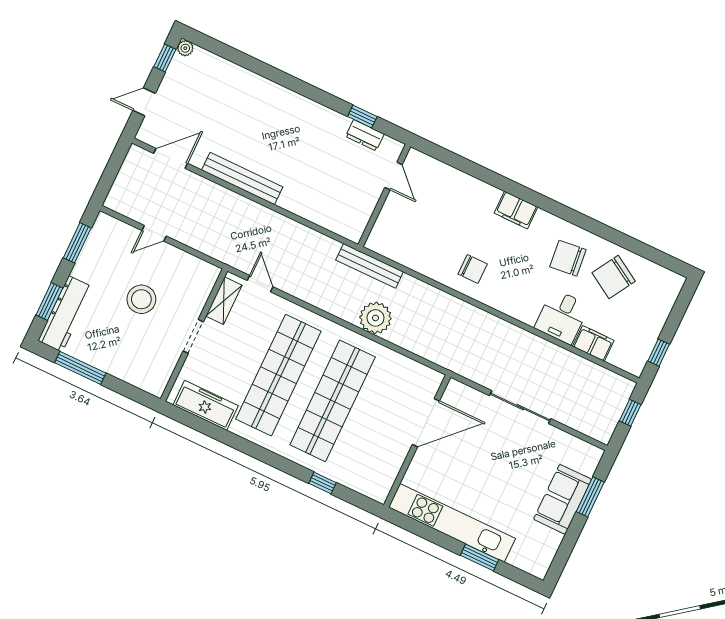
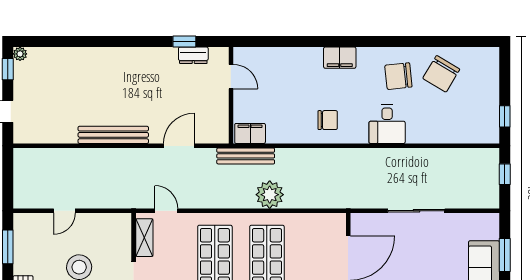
door: (171, 158) -> (179, 146), moved
desk: (562, 317) -> (387, 124), moved
filing cabinet: (593, 343) -> (250, 133), moved

